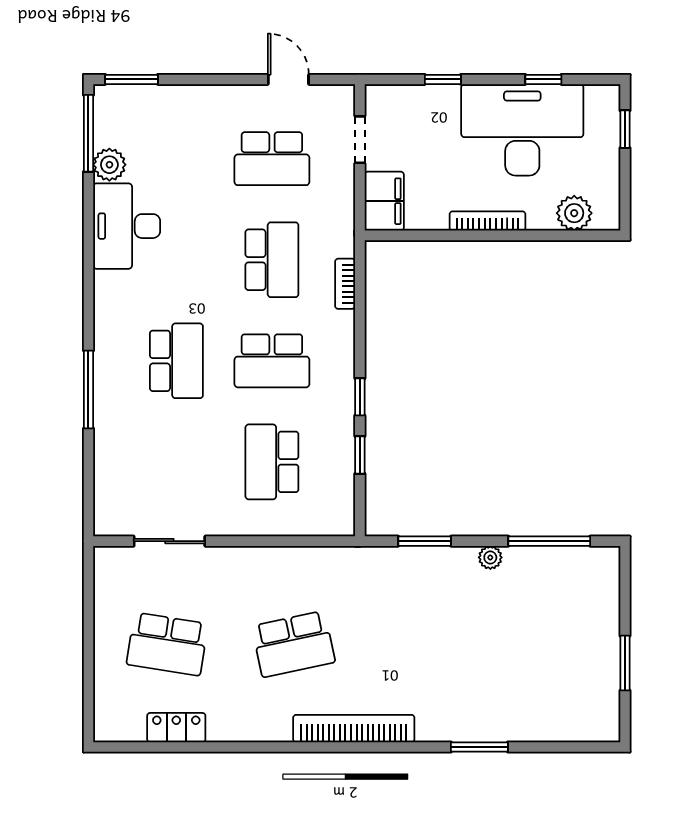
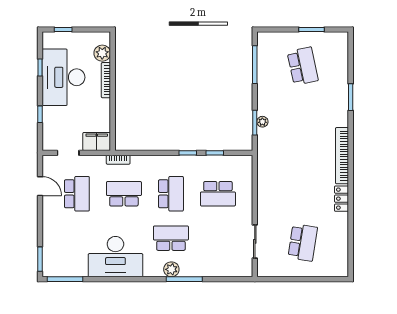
door: (288, 79) -> (40, 186), swing flipped
plant: (109, 165) -> (171, 269), moved
bookcase: (488, 221) -> (106, 80), moved
desk: (127, 226) -> (115, 257), width x1.36, depth x1.30
bookcase: (345, 284) -> (118, 160), moved
plant: (490, 557) -> (262, 122), moved
school desk: (294, 644) -> (303, 66), moved
locker: (176, 728) -> (342, 199), moved

